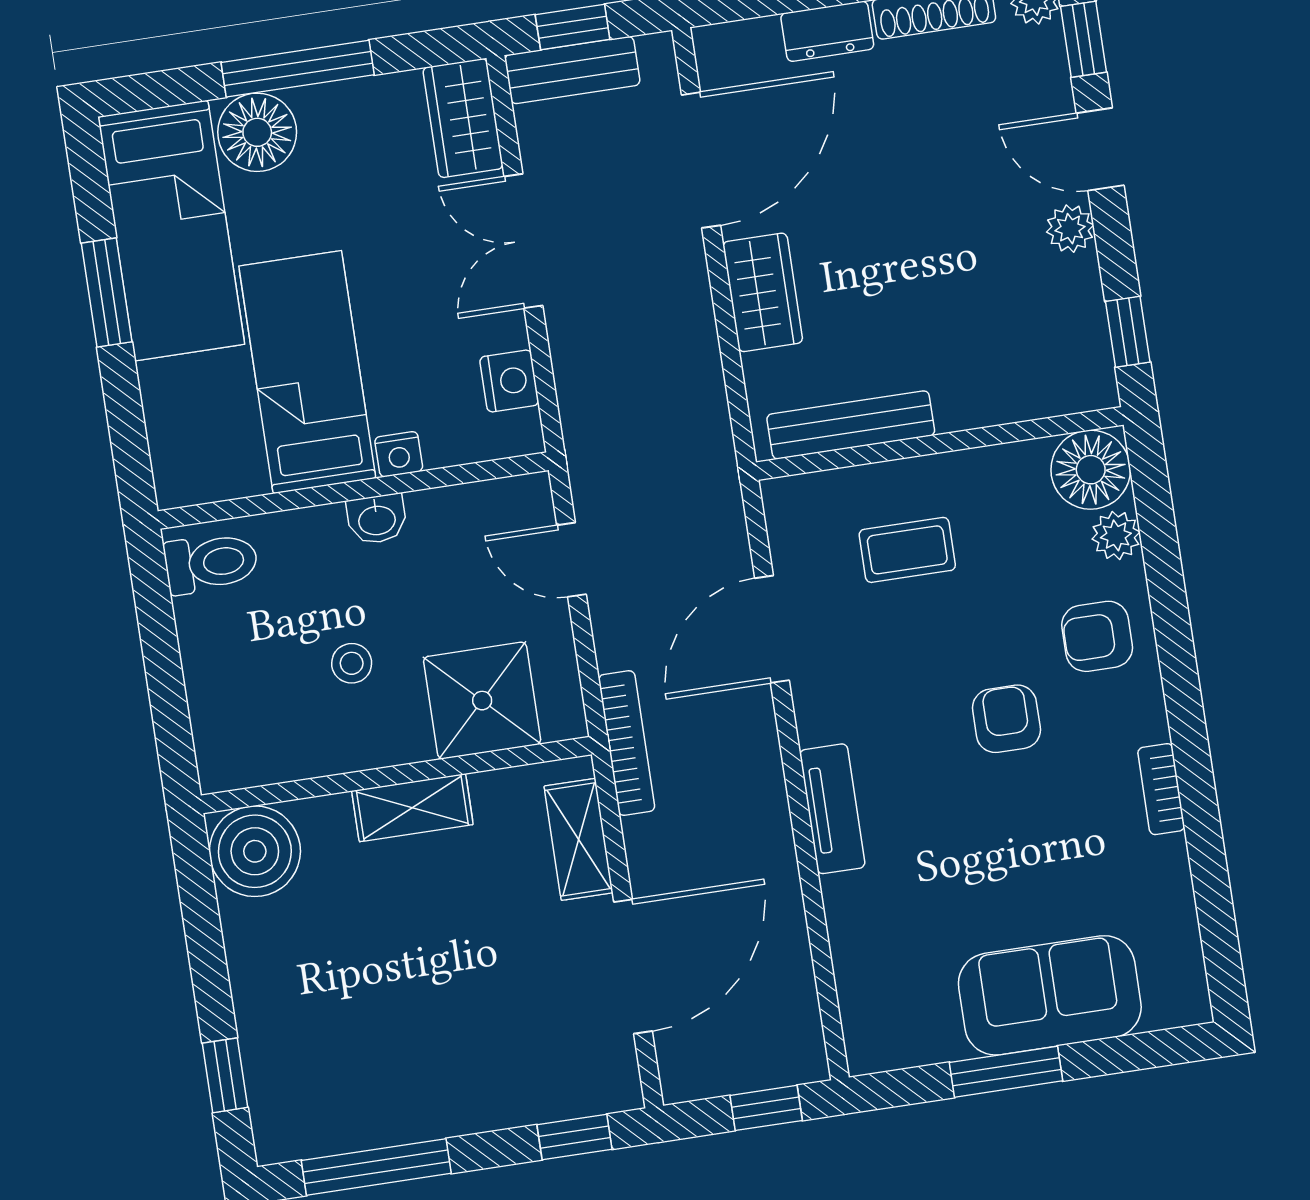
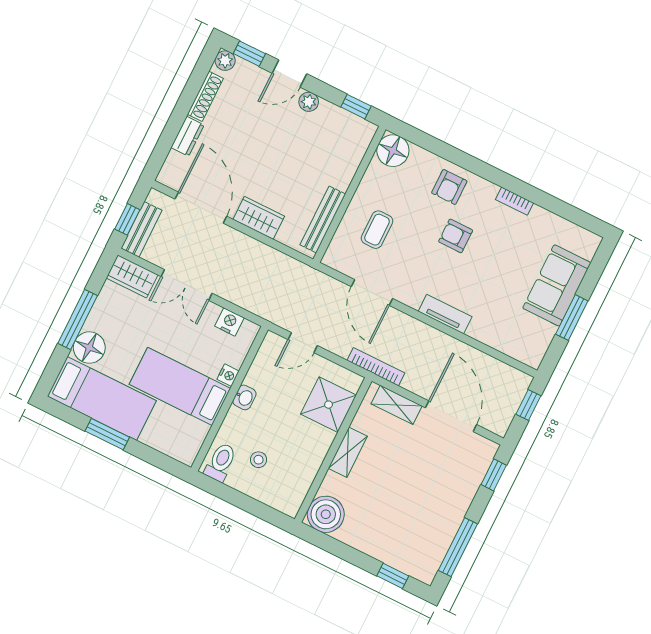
plant: (1116, 535) -> (420, 157), removed
stool: (352, 663) -> (258, 460), moved

